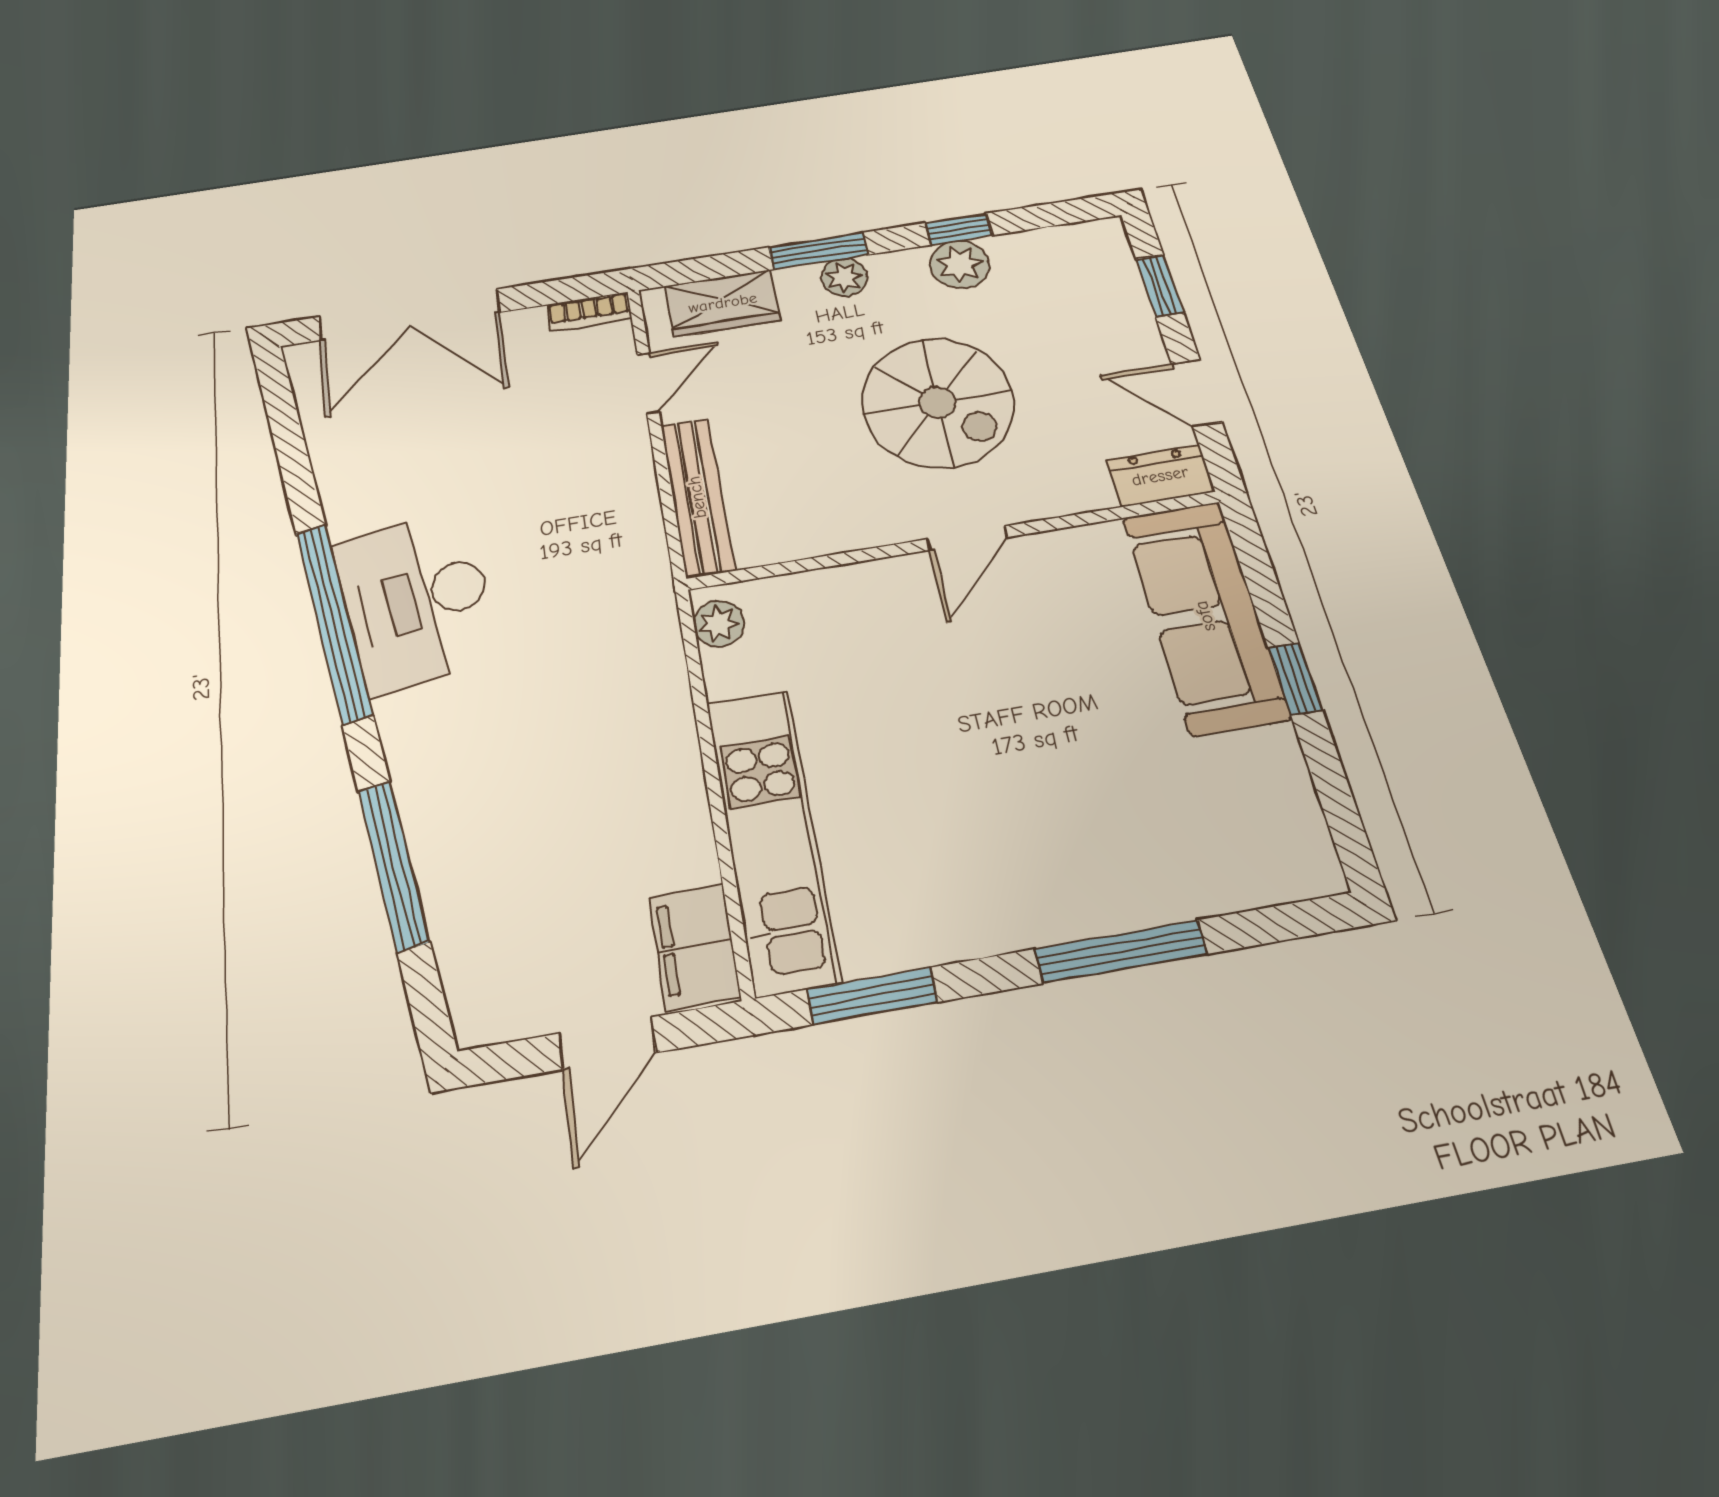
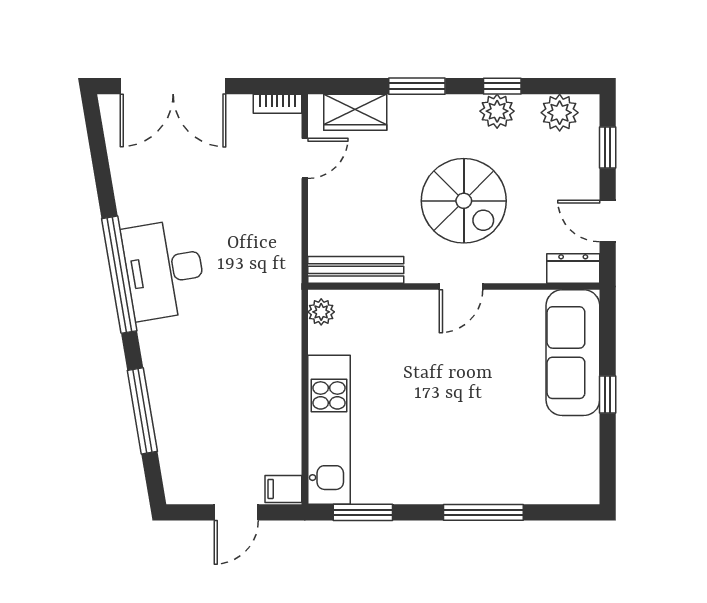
plant: (844, 277) -> (560, 113), moved, width x1.38, depth x1.38
bench: (697, 497) -> (356, 270), moved, turned 90
filing cabinet: (694, 946) -> (283, 489), width x0.50

